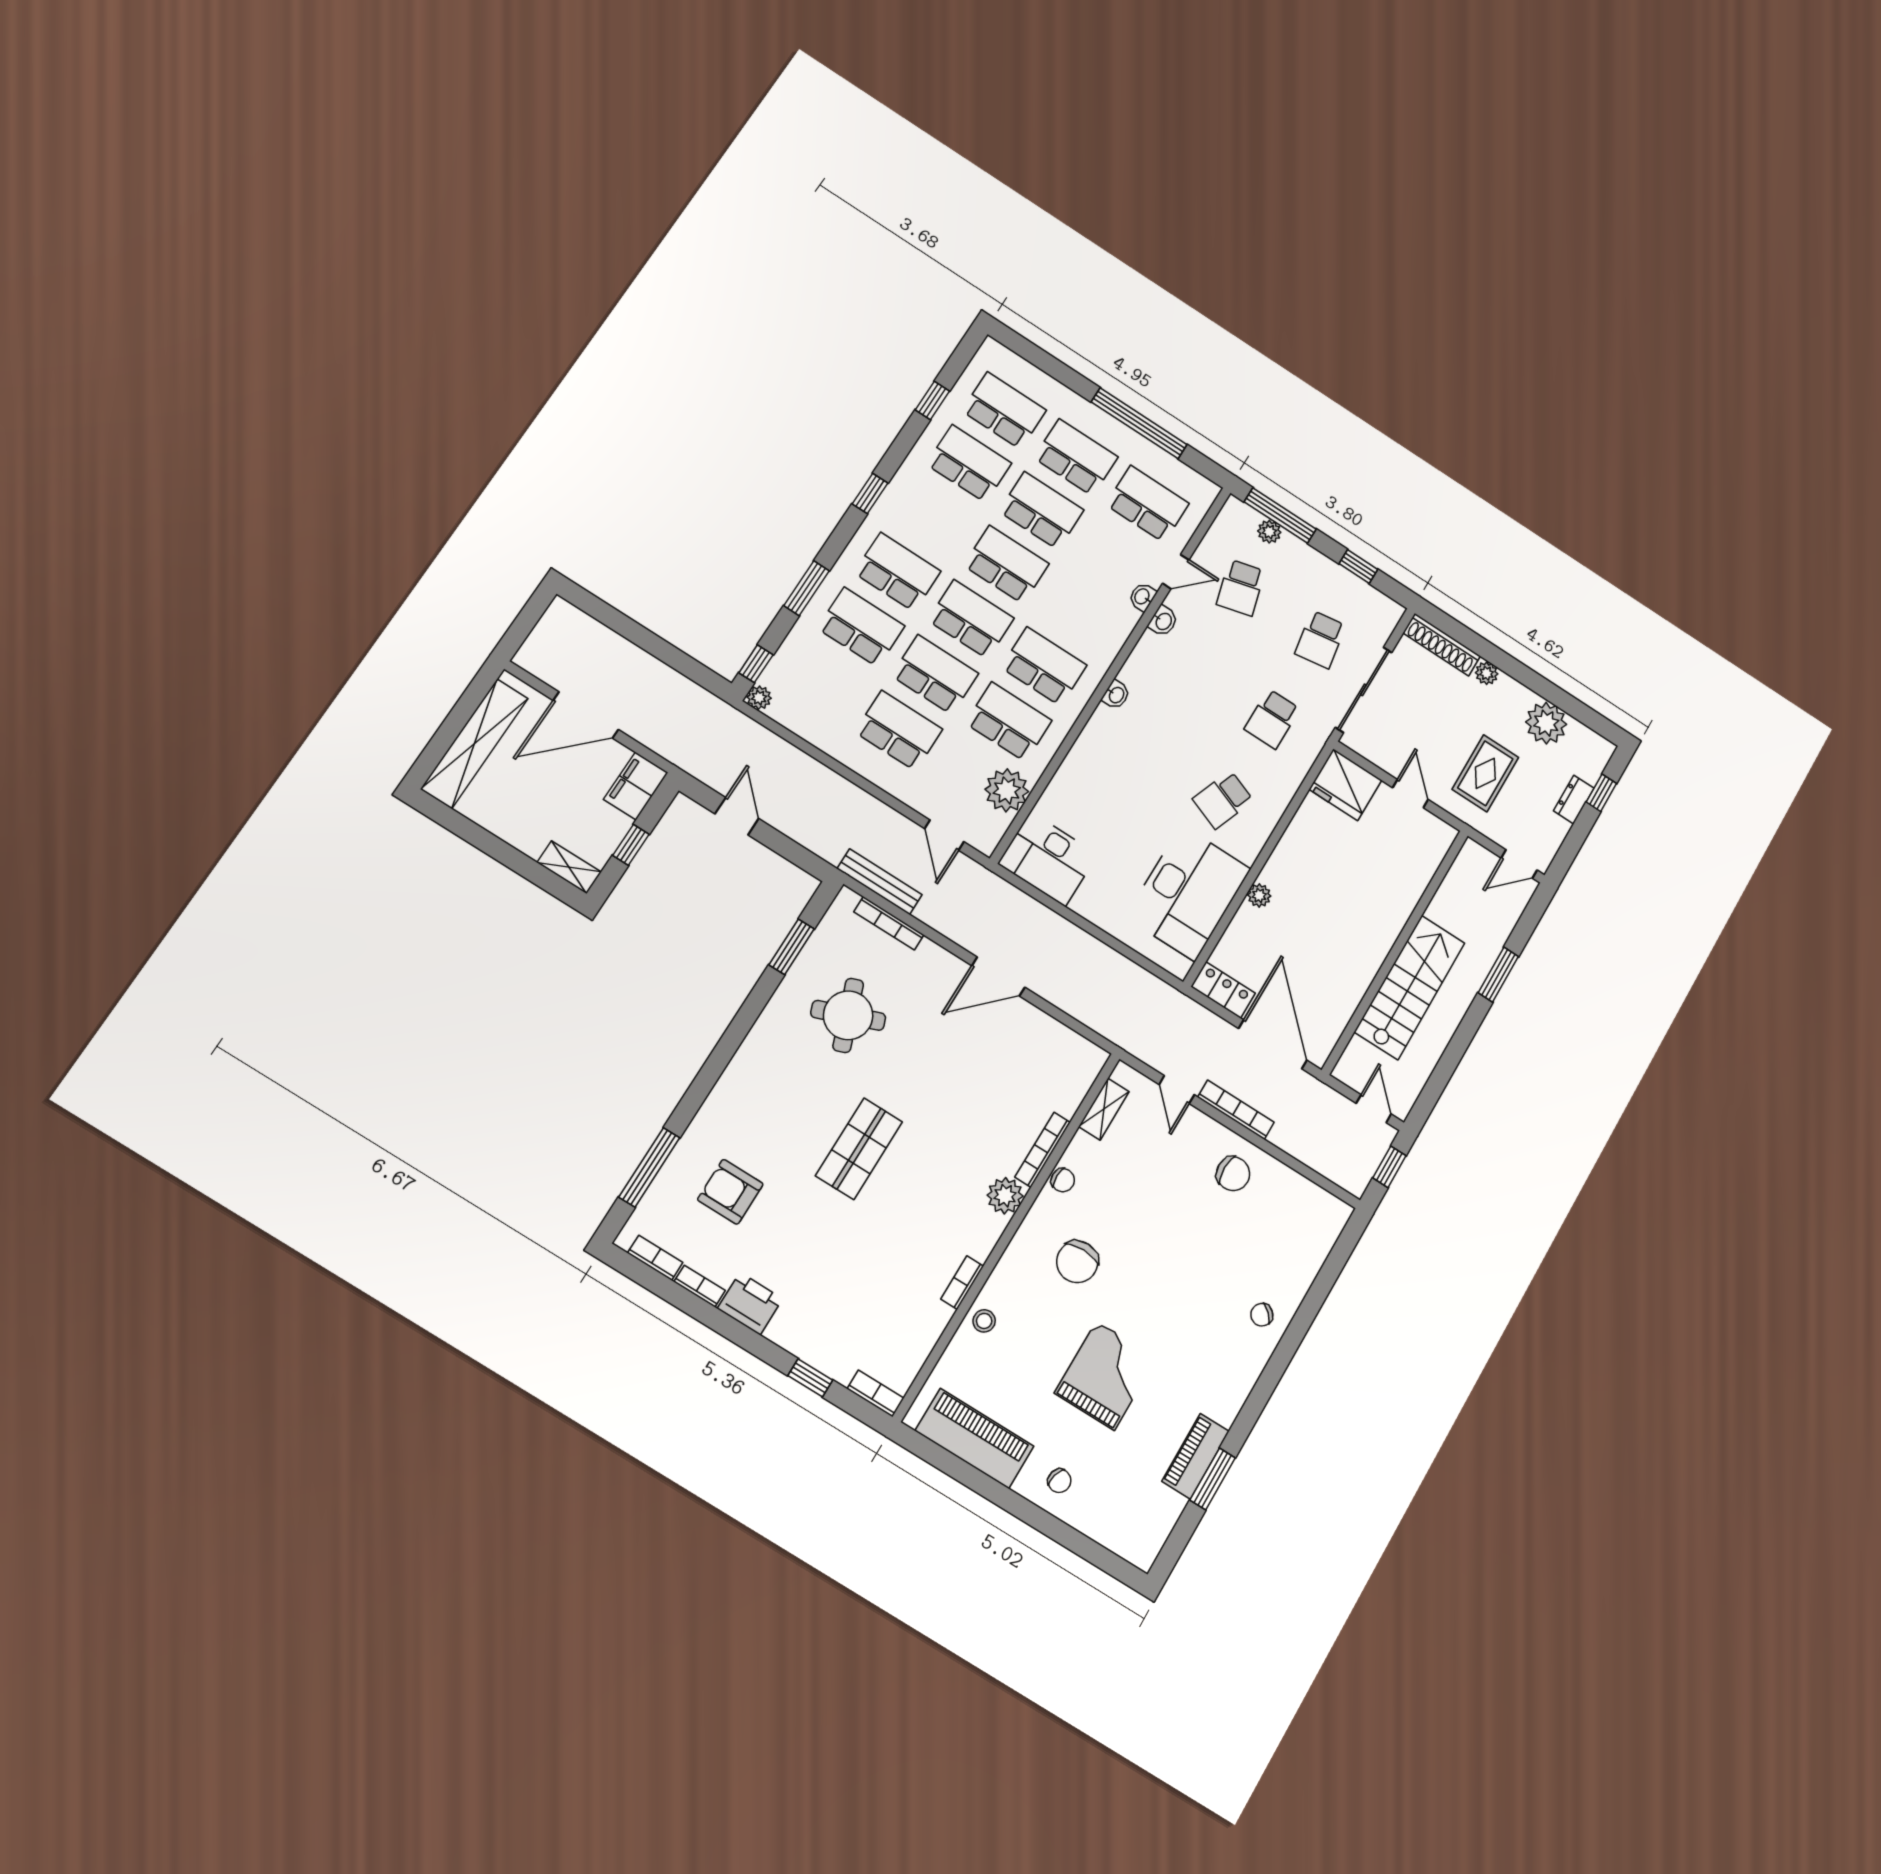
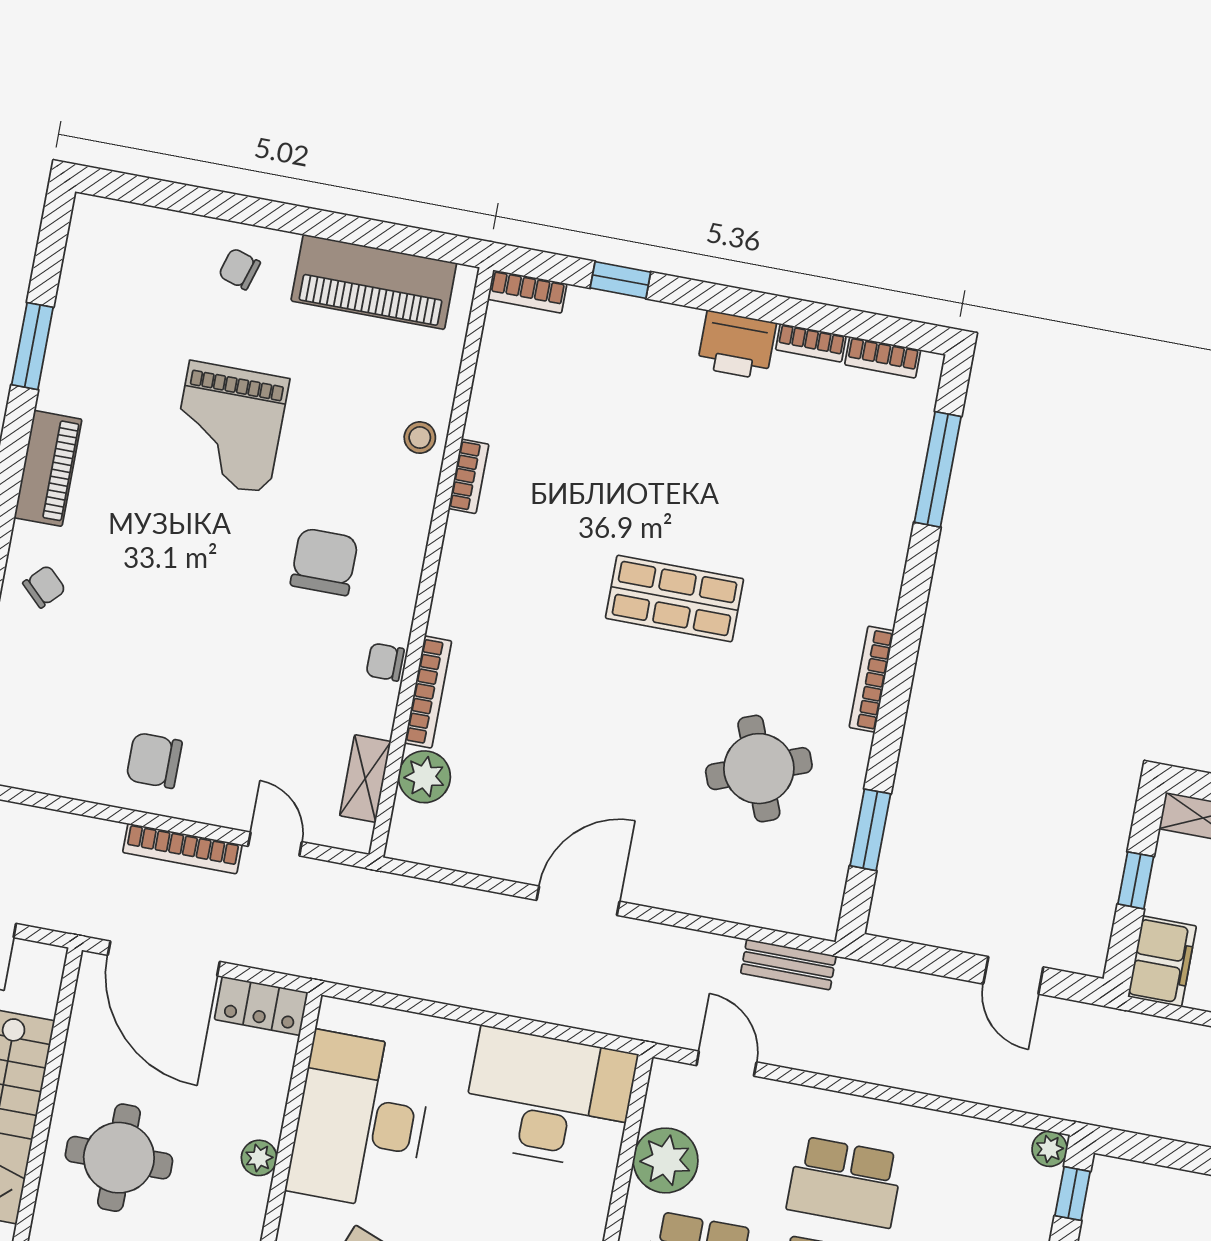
desk: (1048, 859) -> (549, 1099), width x1.36, depth x1.30
bench: (880, 882) -> (788, 965), width x0.73
bookcase: (889, 923) -> (871, 679), moved, turned -90
round table: (1345, 931) -> (119, 1158), added
shop shelf: (859, 1149) -> (674, 598), turned 90
armchair: (730, 1192) -> (820, 478), removed
plant: (1005, 1196) -> (424, 777), moved
piano: (1195, 1456) -> (48, 468), moved

